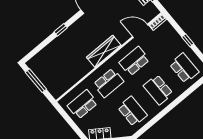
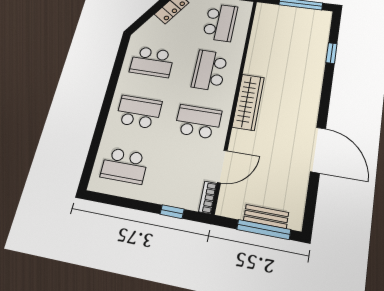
window: (61, 30) -> (331, 53), moved
window: (188, 40) -> (172, 212), moved
school desk: (134, 61) -> (198, 122), turned -90

